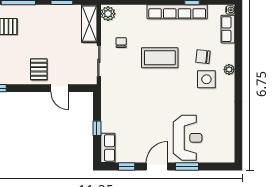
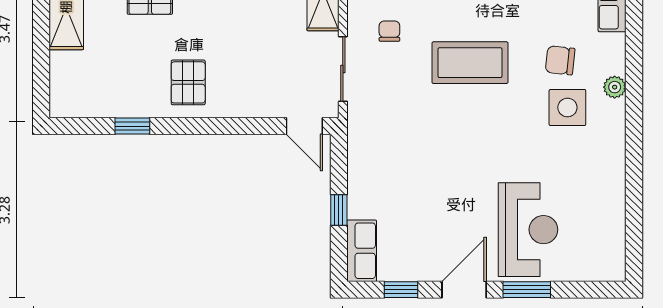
pallet: (39, 69) -> (188, 82), moved
door: (60, 88) -> (304, 126), moved

